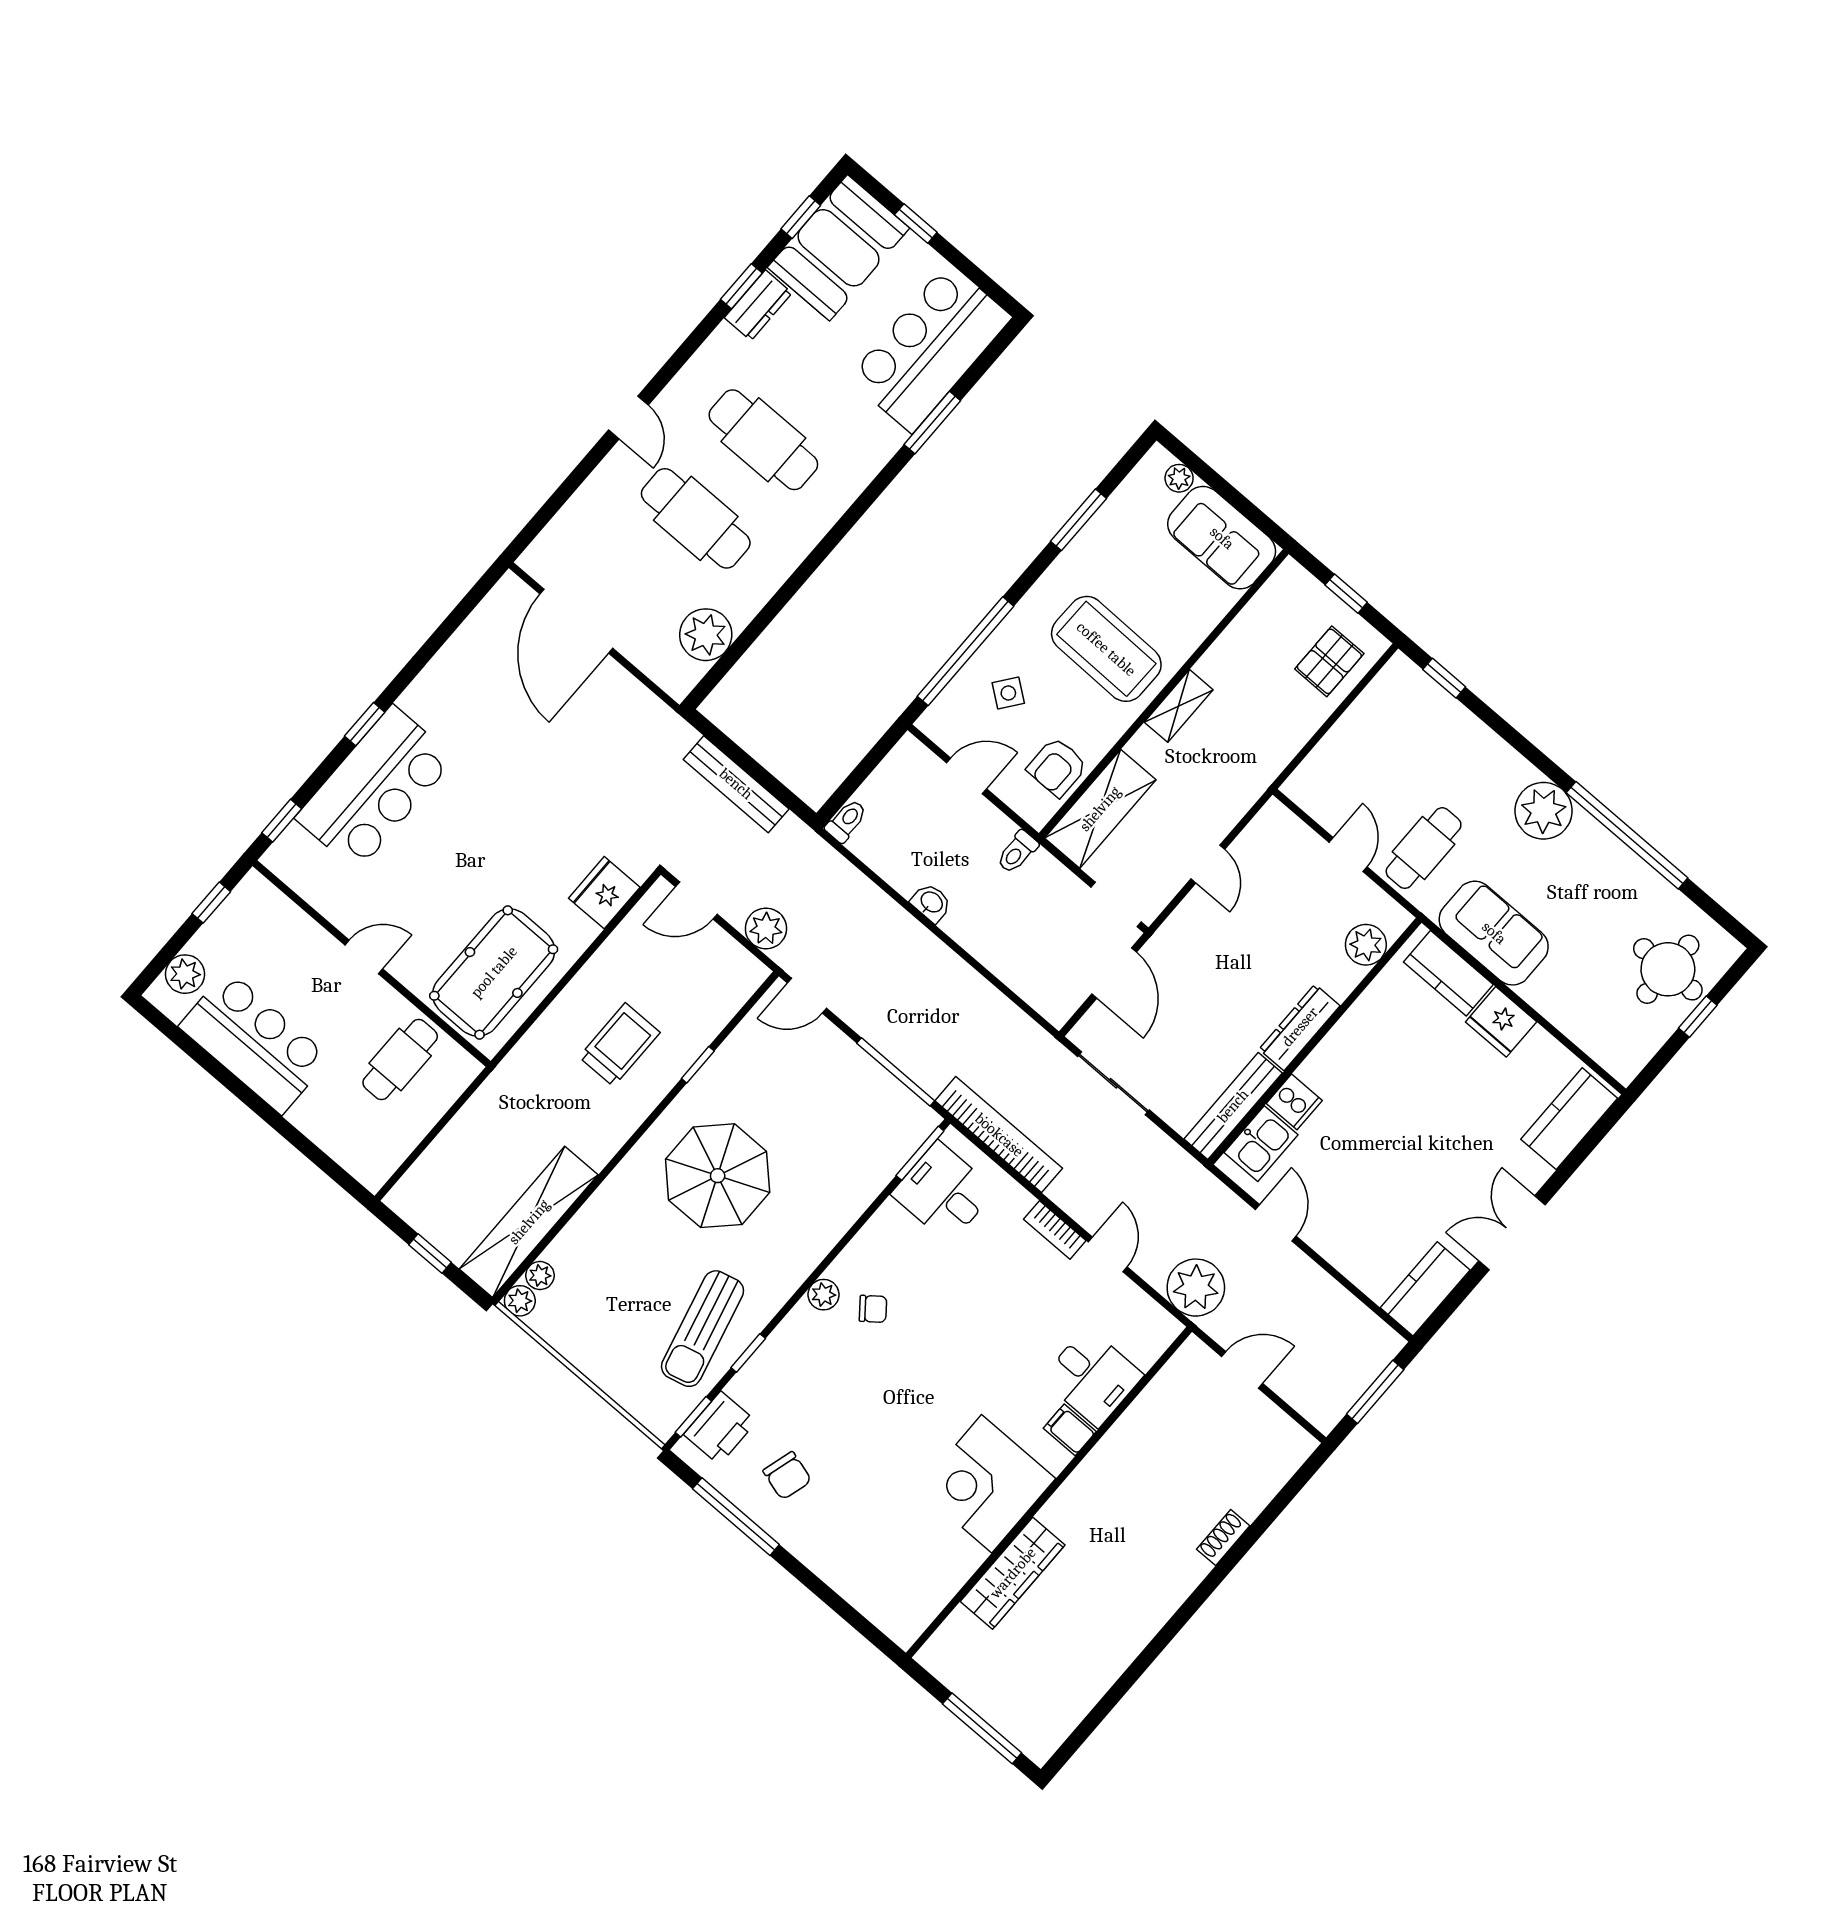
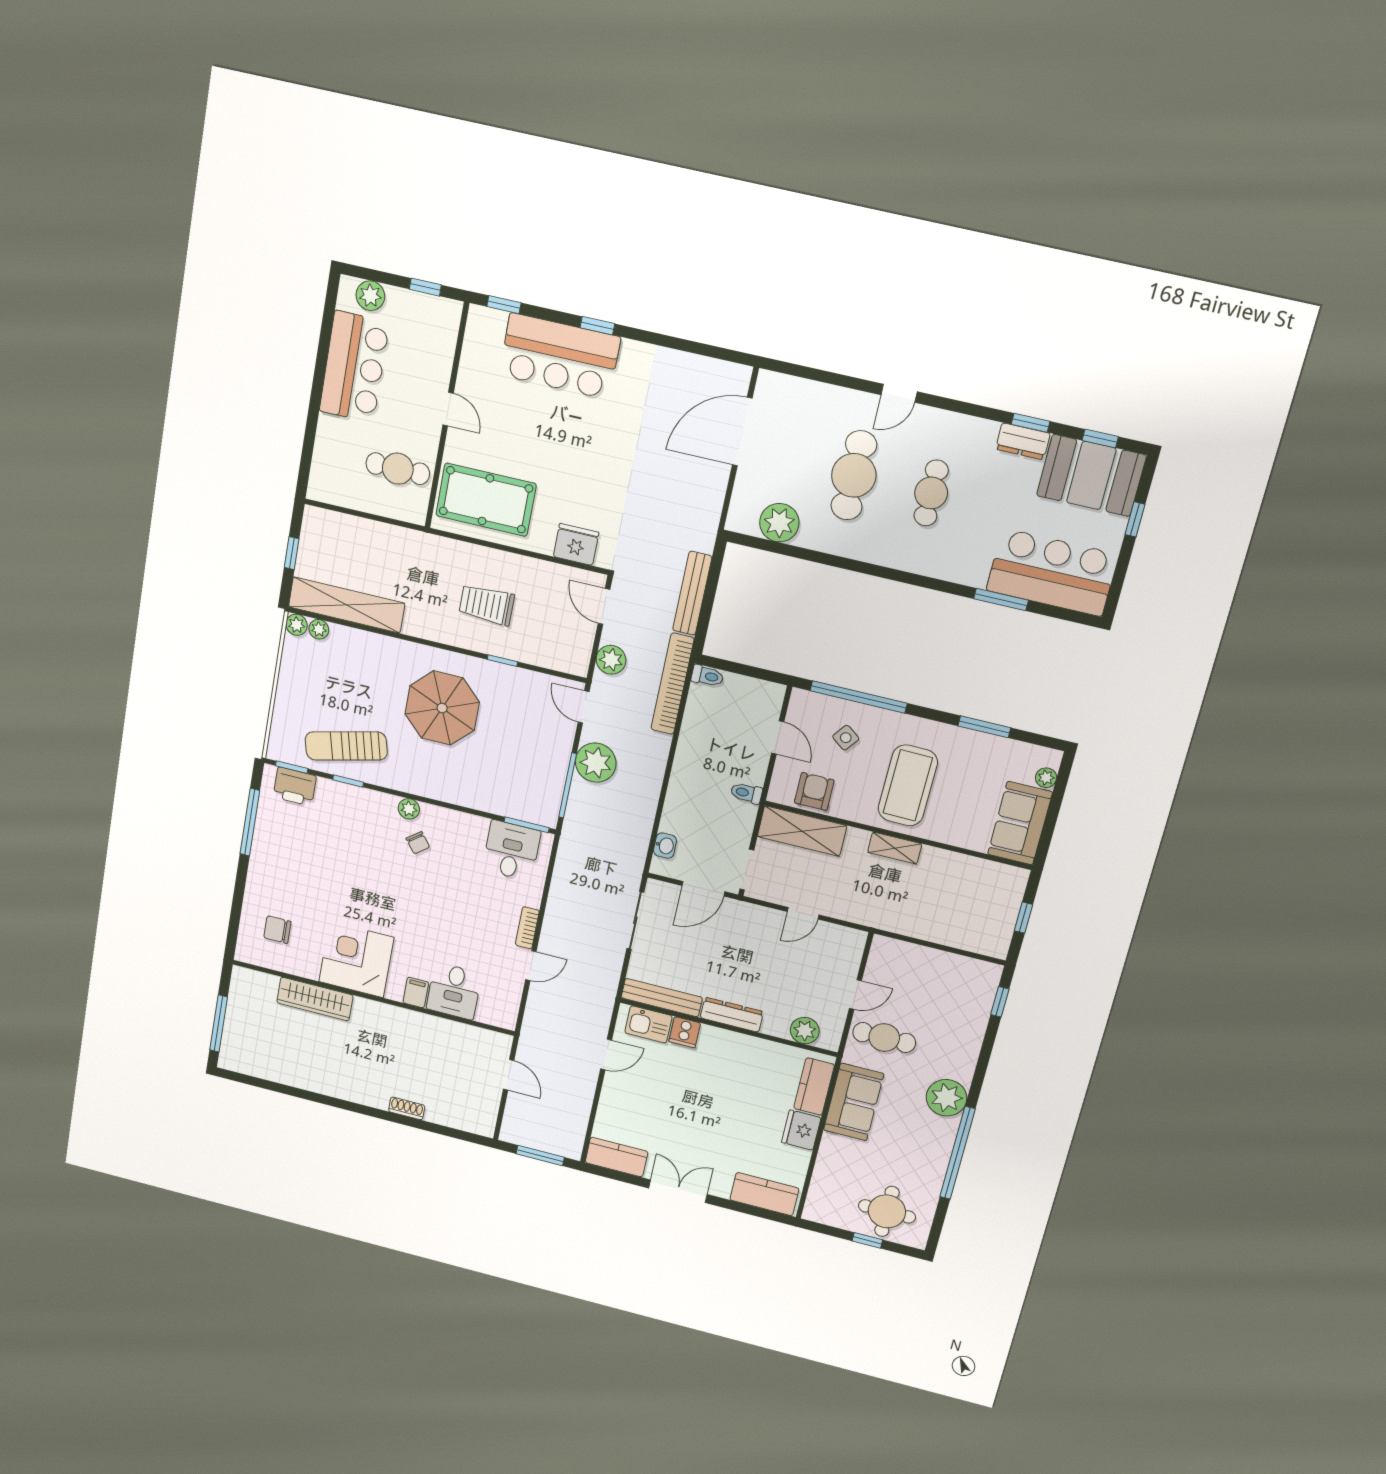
cafe table: (763, 440) -> (931, 493), width x0.73, depth x0.74
pallet: (1329, 661) -> (974, 927), removed
armchair: (1057, 767) -> (814, 791), turned 90
washbasin: (931, 903) -> (665, 846), moved
trolley: (619, 1045) -> (487, 605), turned 180
bookcase: (999, 1135) -> (672, 684), moved, turned 180
plant: (1196, 1288) -> (596, 763), moved
chair: (787, 1476) -> (277, 930), moved, turned 74

